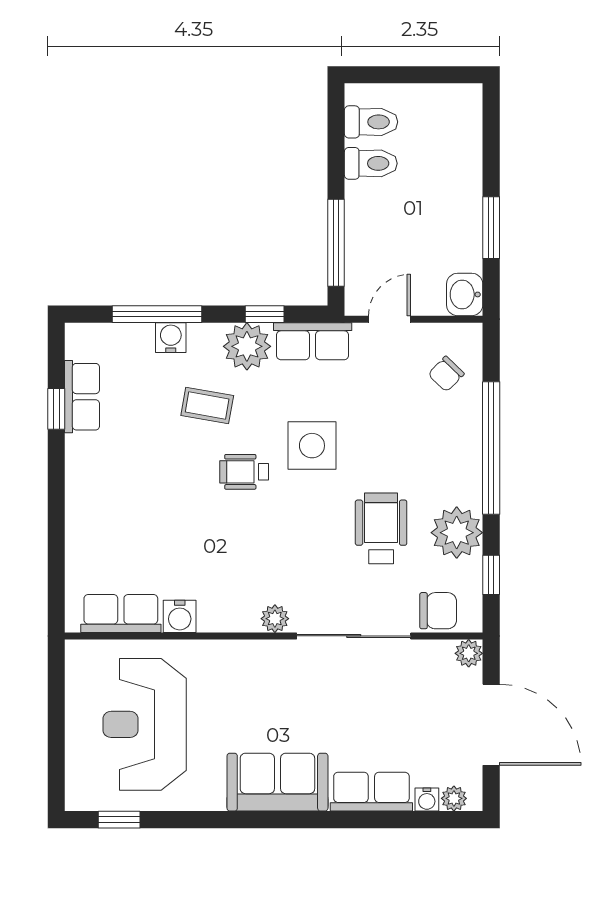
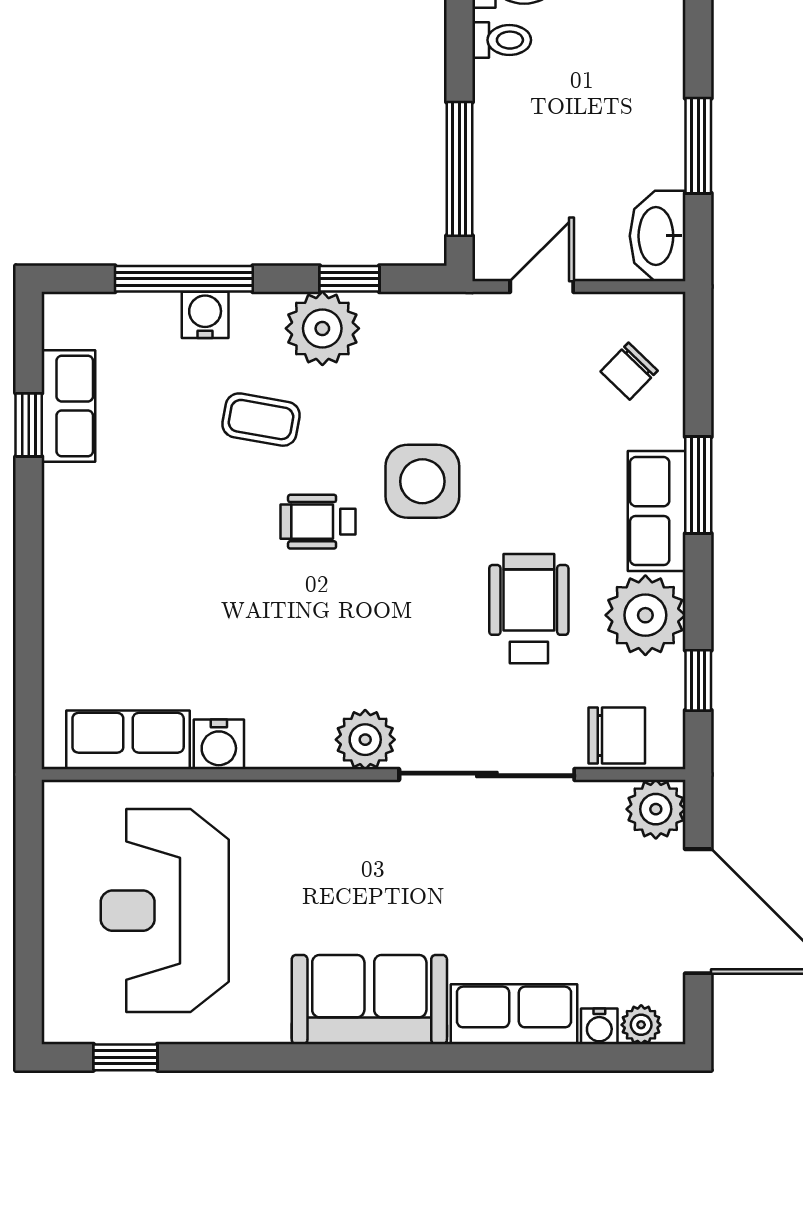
toilet: (371, 163) -> (502, 40), width x0.73, depth x0.72
washbasin: (465, 294) -> (658, 236), width x1.38
row of seats: (313, 341) -> (657, 511), moved, turned 90
window: (491, 448) -> (698, 485), width x0.47
plant: (275, 619) -> (365, 740), width x1.38, depth x1.38
plant: (469, 653) -> (656, 809), width x1.38, depth x1.38

